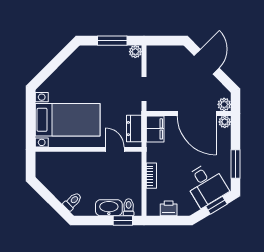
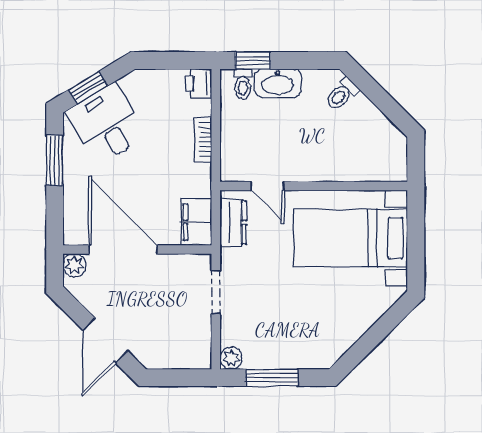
plant: (225, 122) -> (73, 235), removed
printer: (169, 208) -> (199, 83), moved, turned 90

